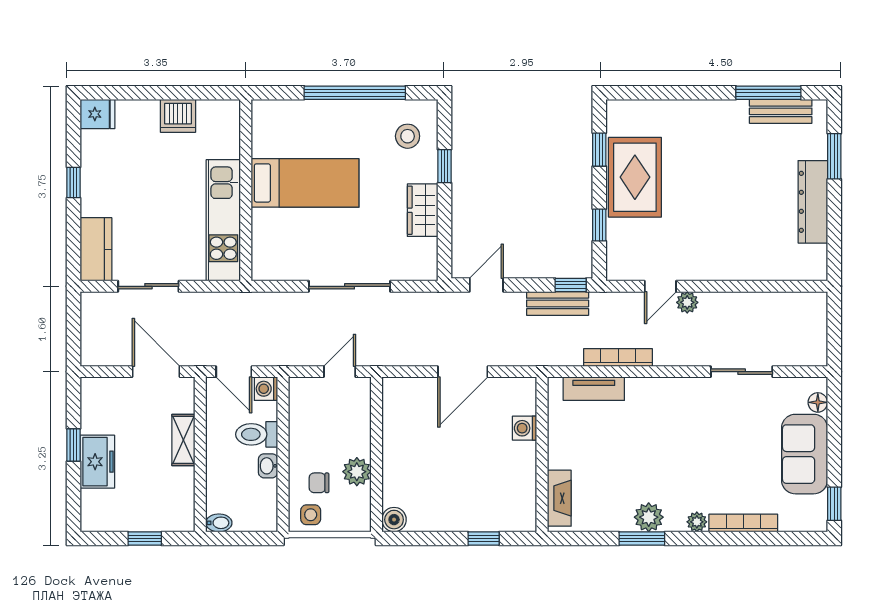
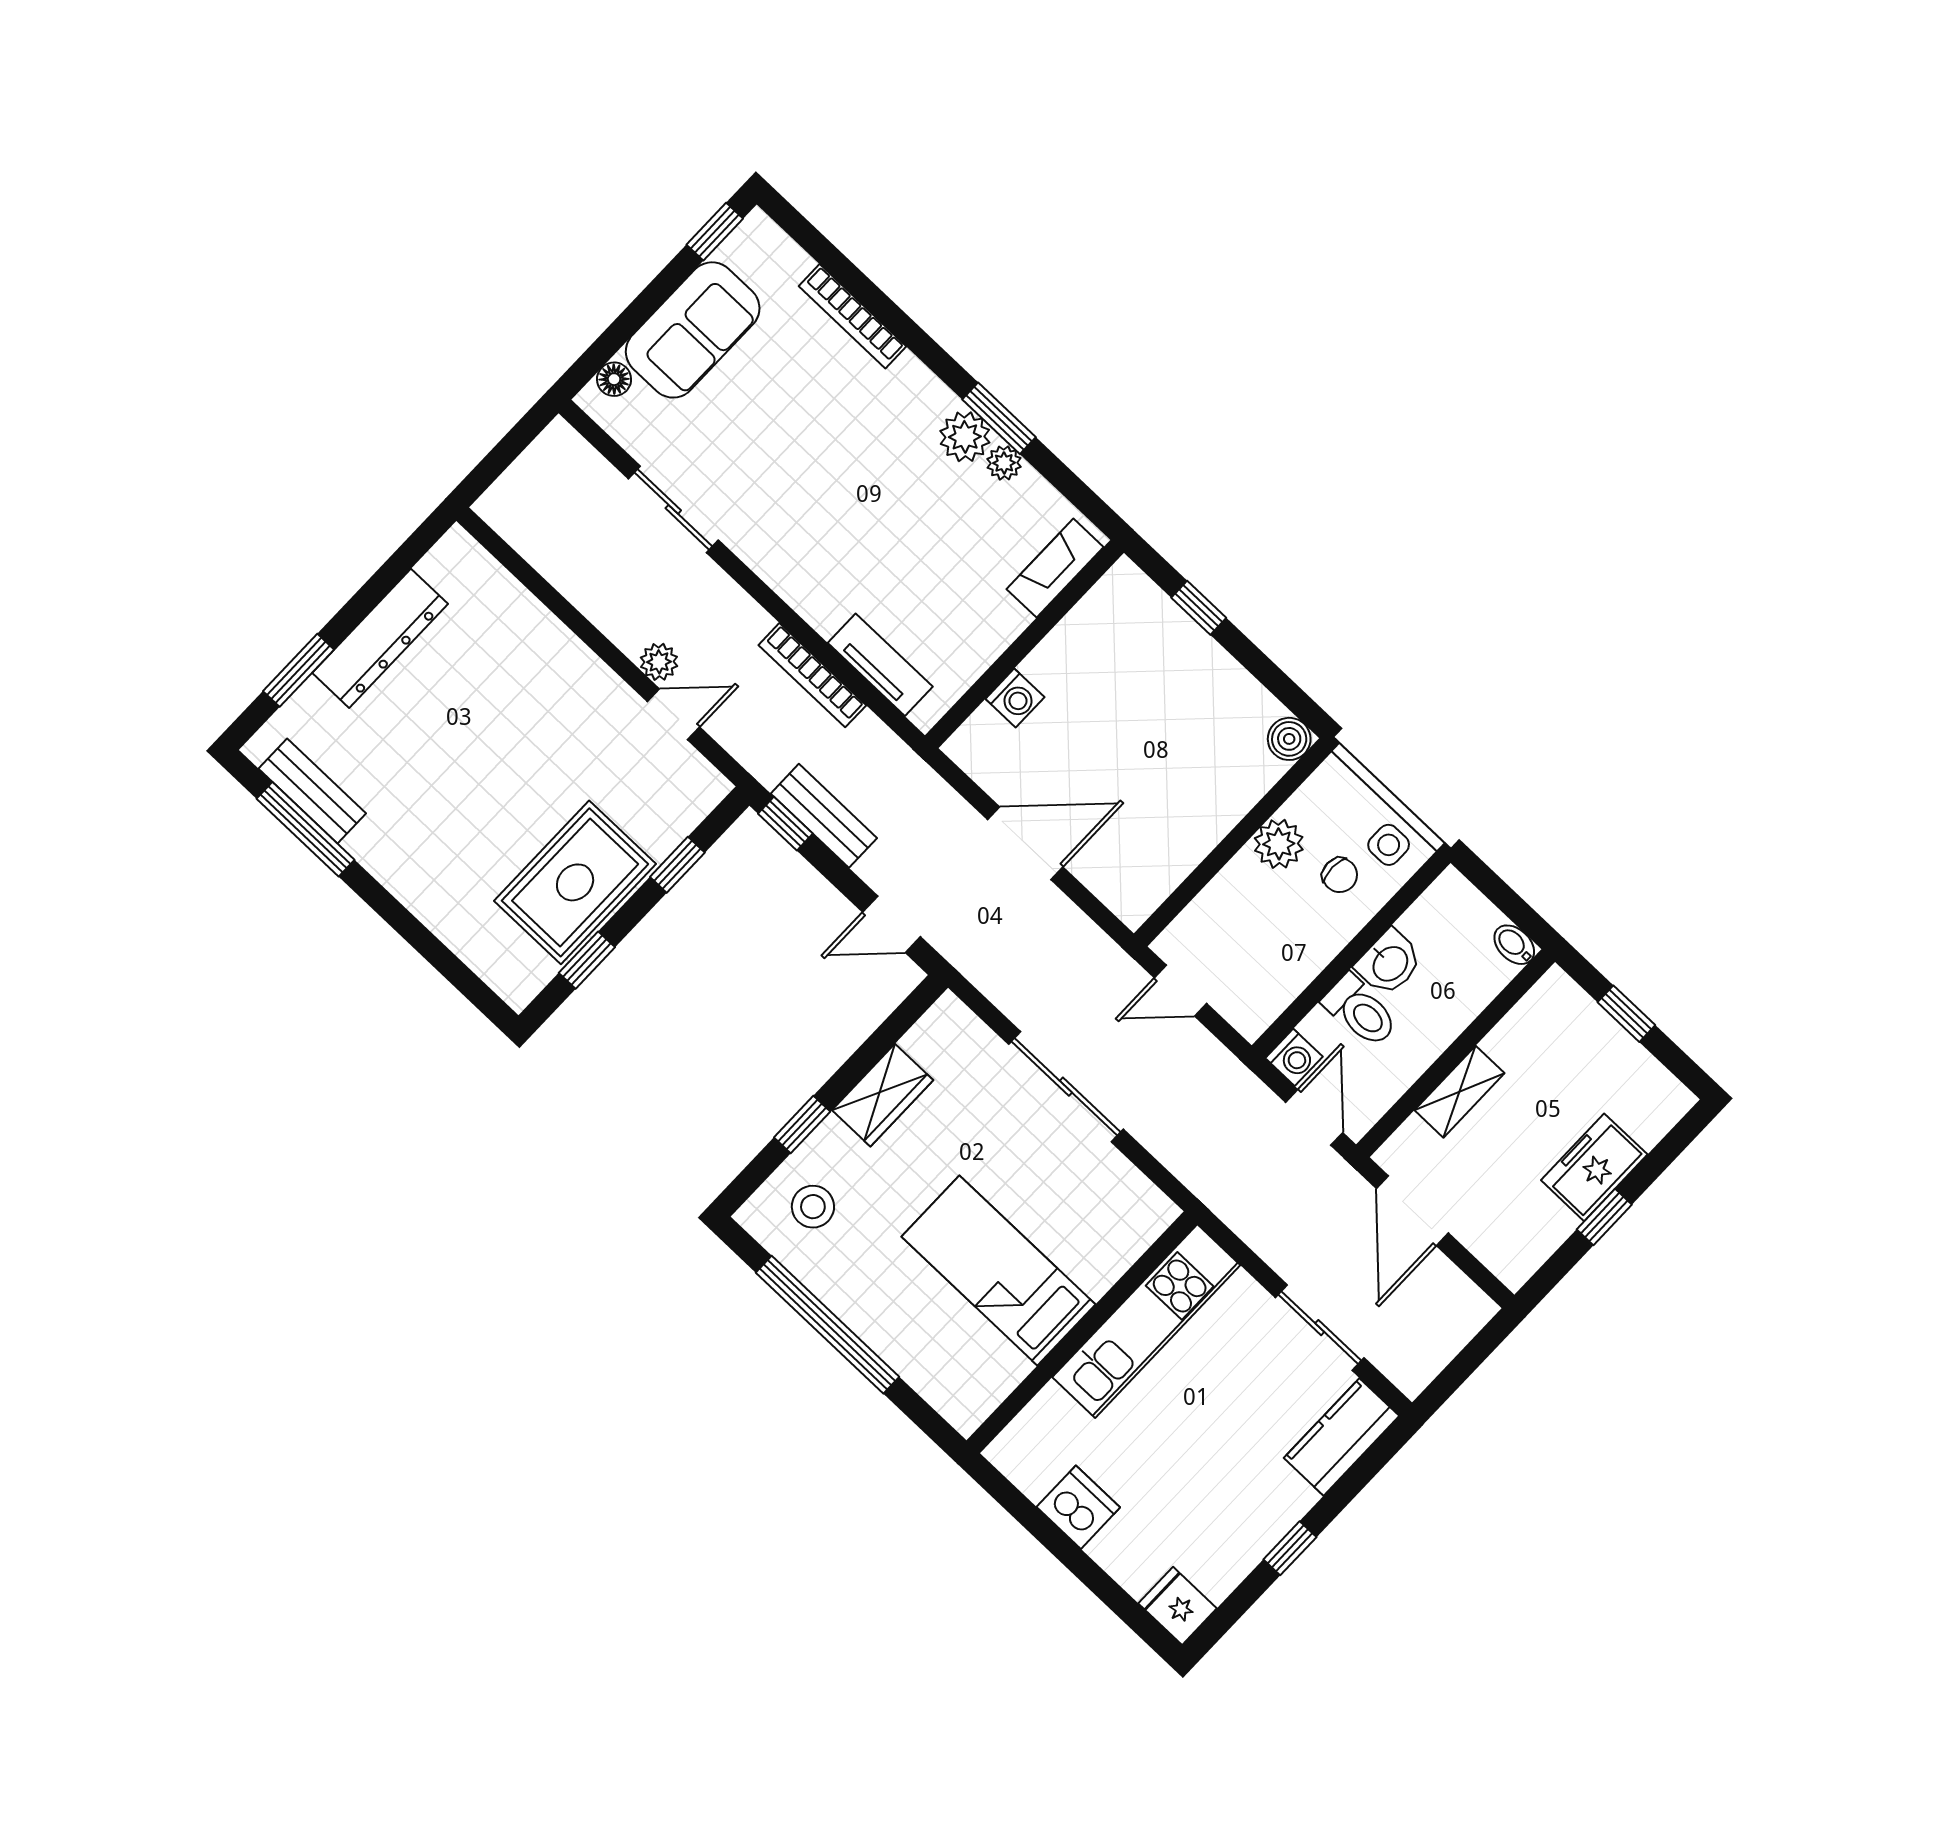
washbasin: (268, 466) -> (1389, 963), width x1.38, depth x1.45
plant: (697, 522) -> (1004, 463), moved

